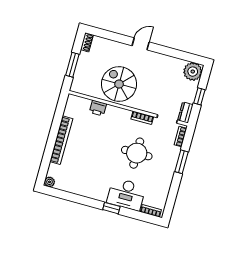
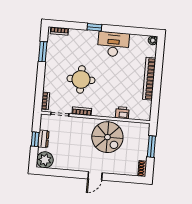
dresser: (185, 113) -> (43, 139), moved
window: (181, 162) -> (43, 52), moved
desk: (126, 194) -> (113, 44), moved

